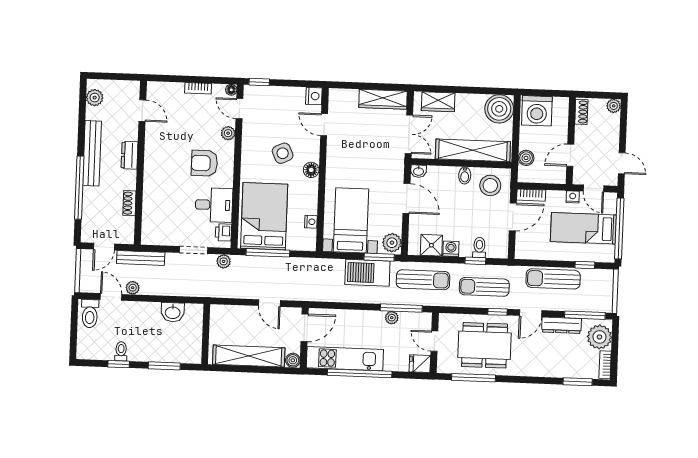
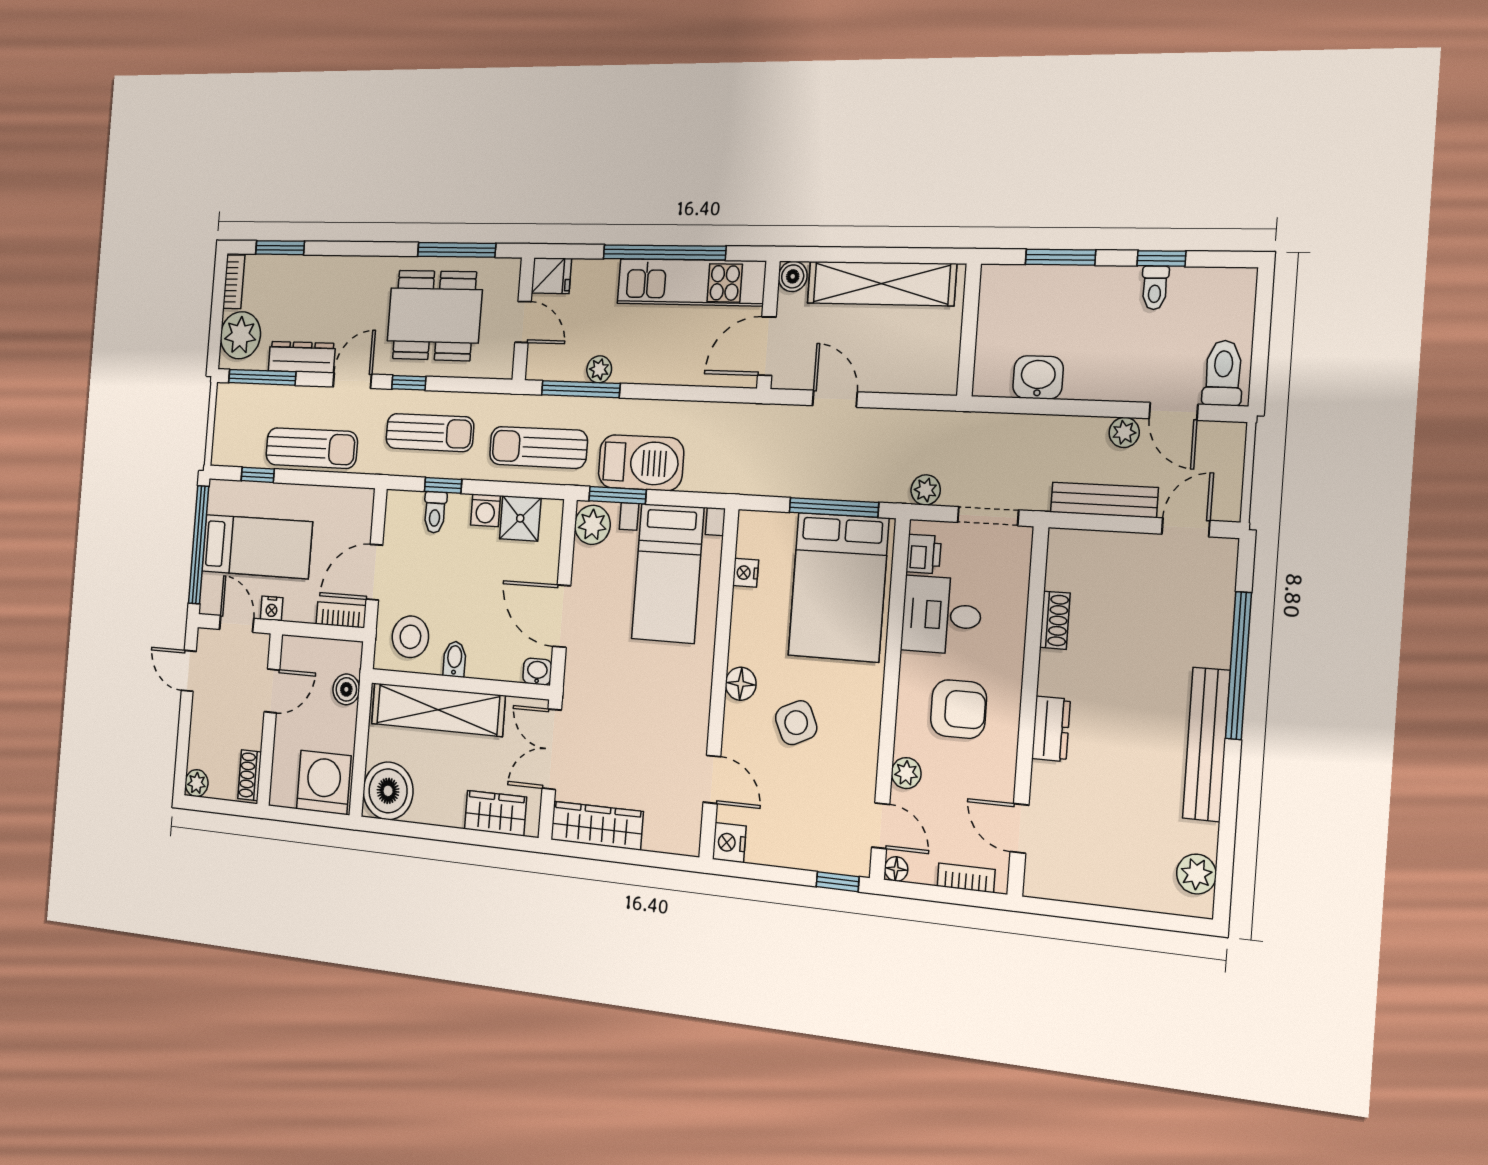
door: (142, 111) -> (1020, 828), moved
dresser: (130, 155) -> (1051, 729), moved
wall: (140, 163) -> (1028, 711), moved
shoe rack: (129, 203) -> (1055, 620), moved

